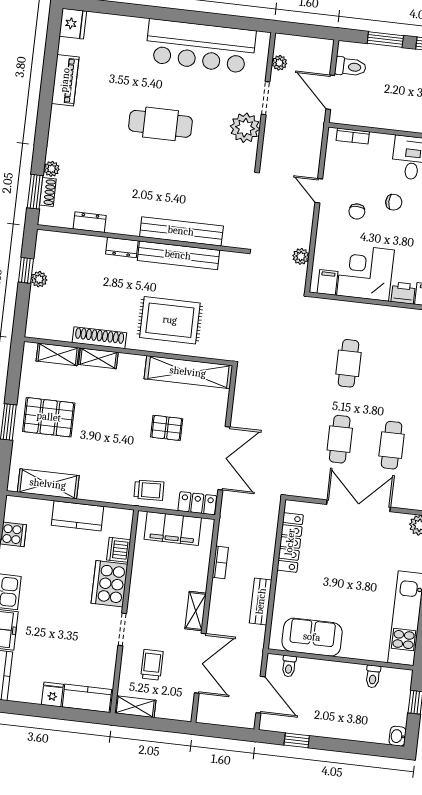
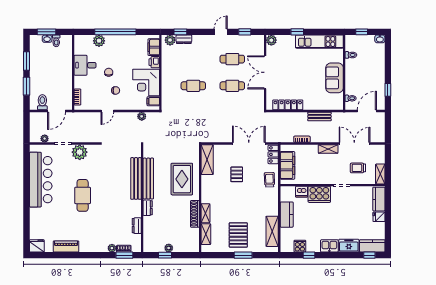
shelving: (188, 372) -> (207, 160), width x0.68
sofa: (312, 637) -> (335, 78), moved

